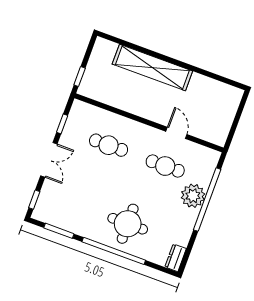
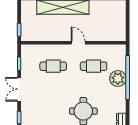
door: (176, 133) -> (78, 43), moved
double door: (49, 160) -> (19, 89), swing flipped

